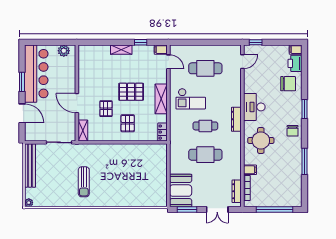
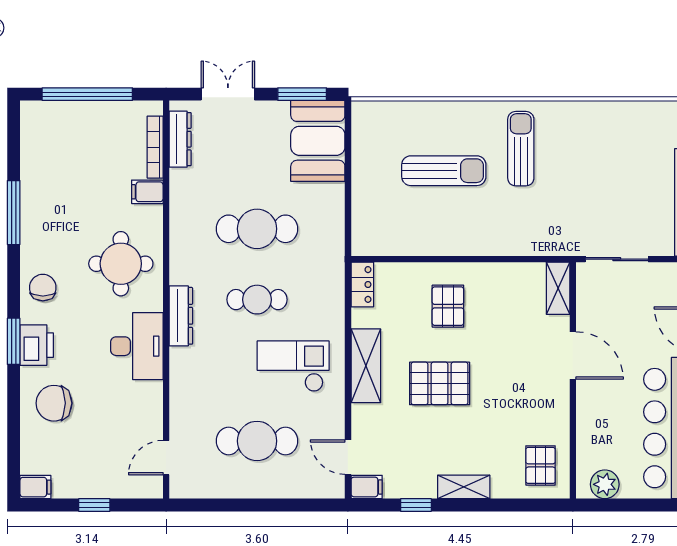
window: (256, 42) -> (94, 505), moved
printer: (295, 63) -> (37, 345), moved
pallet: (106, 109) -> (541, 465), moved
sun lounger: (129, 178) -> (444, 171), added
sun lounger: (84, 182) -> (521, 149), moved

